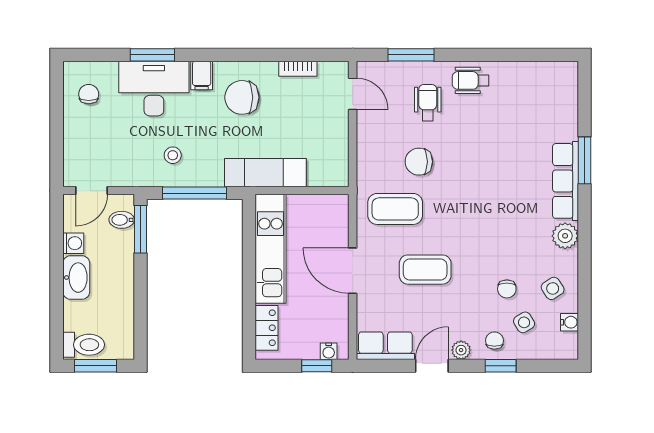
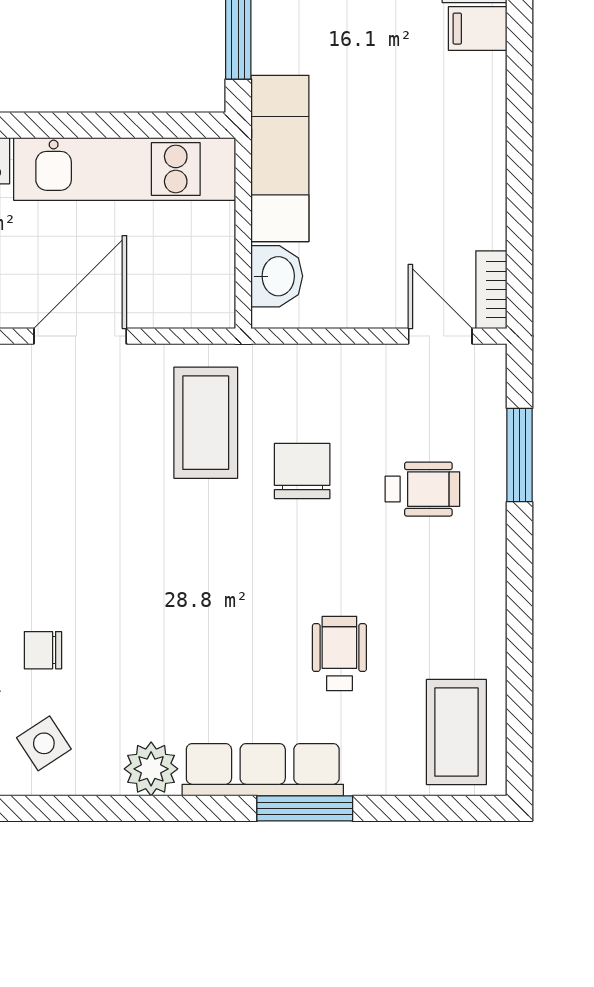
bookcase: (298, 69) -> (491, 290), moved
wheelchair: (471, 80) -> (339, 653), moved
door: (353, 94) -> (440, 336), swing flipped
chair: (242, 97) -> (433, 111), removed
washbasin: (323, 174) -> (277, 276), added
coffee table: (425, 270) -> (456, 732), moved

